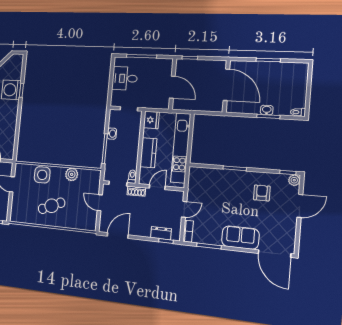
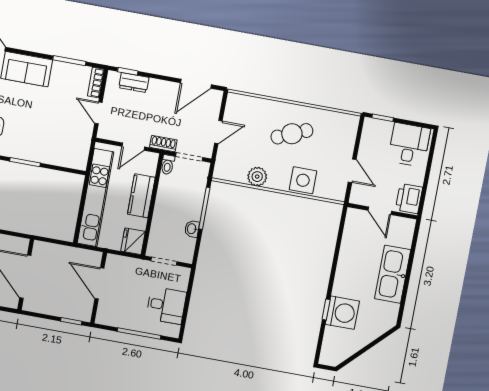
door: (100, 203) -> (218, 132), hinge flipped
door: (184, 209) -> (98, 113), hinge flipped

